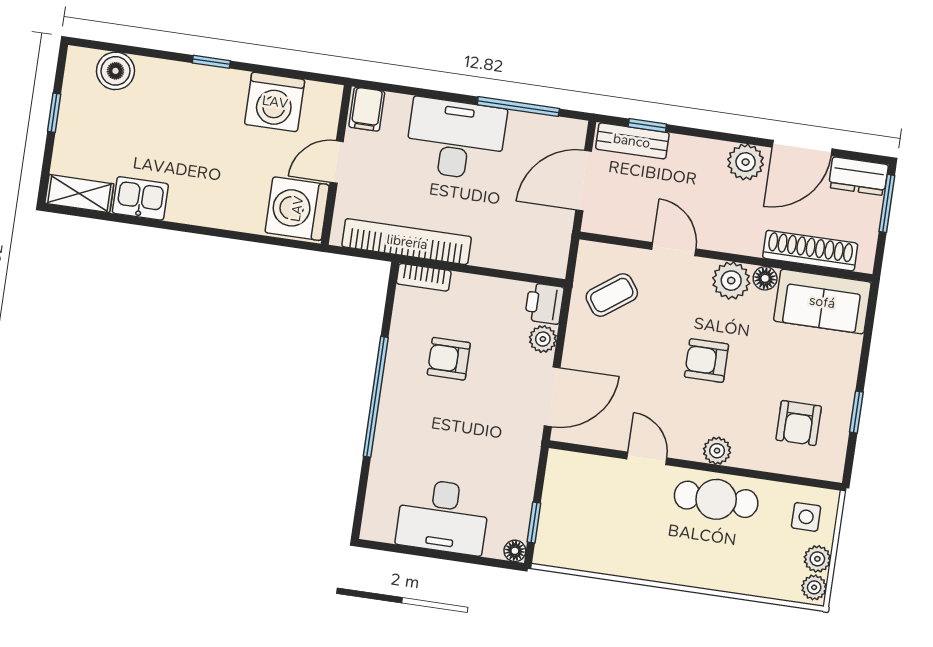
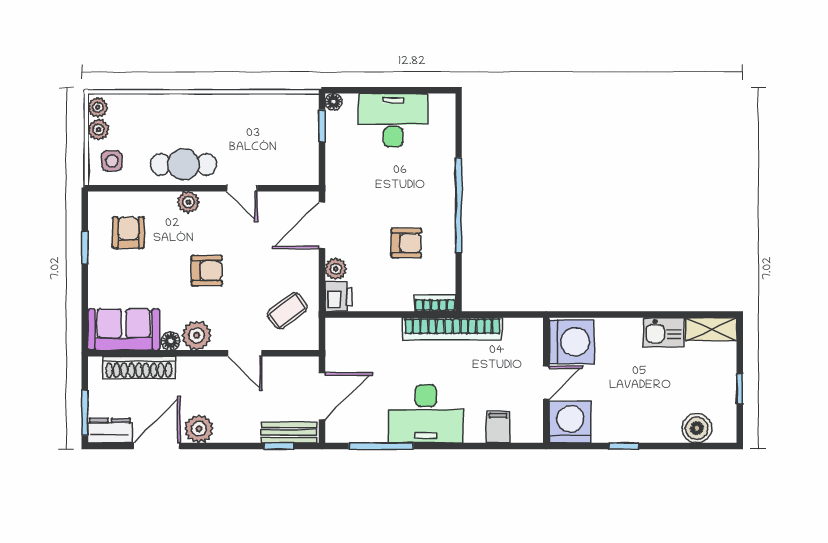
door: (337, 162) -> (546, 383), moved
wall: (336, 165) -> (546, 380), moved
washing machine: (297, 209) -> (572, 342), moved

